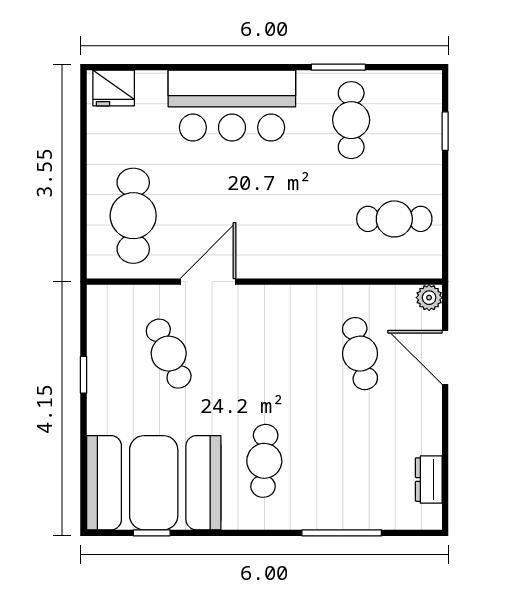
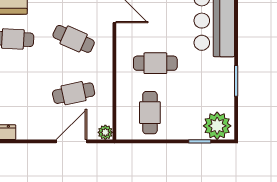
plant: (417, 100) -> (217, 126), added
cafe table: (351, 120) -> (155, 63), moved
cafe table: (264, 354) -> (74, 39), added

